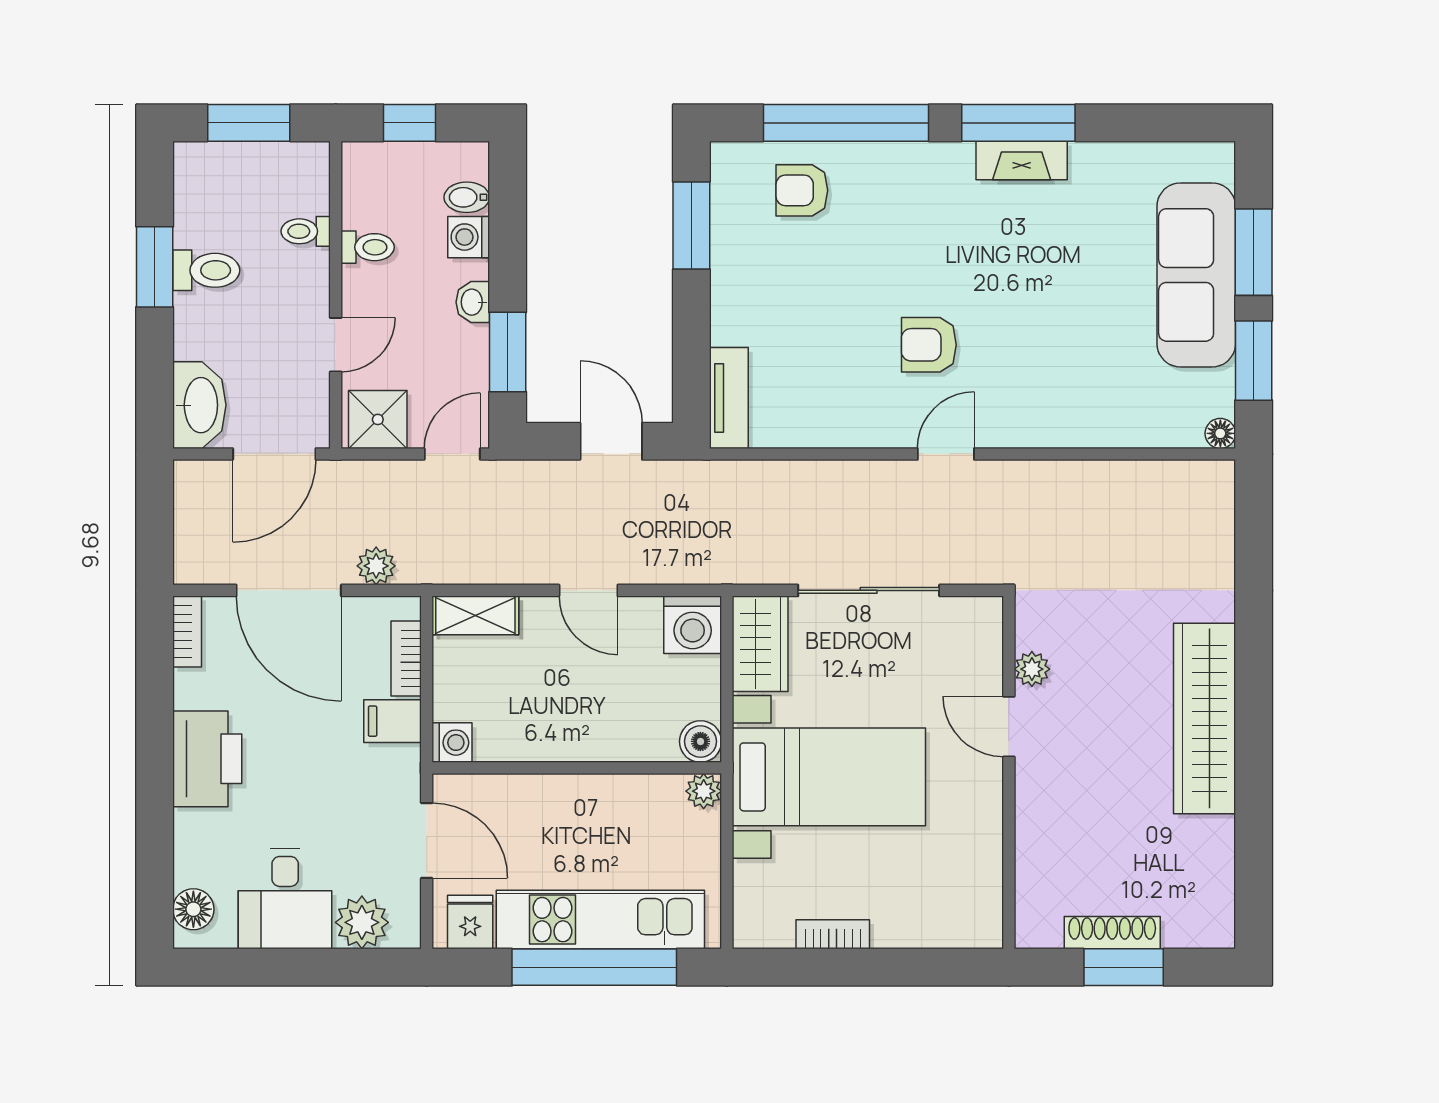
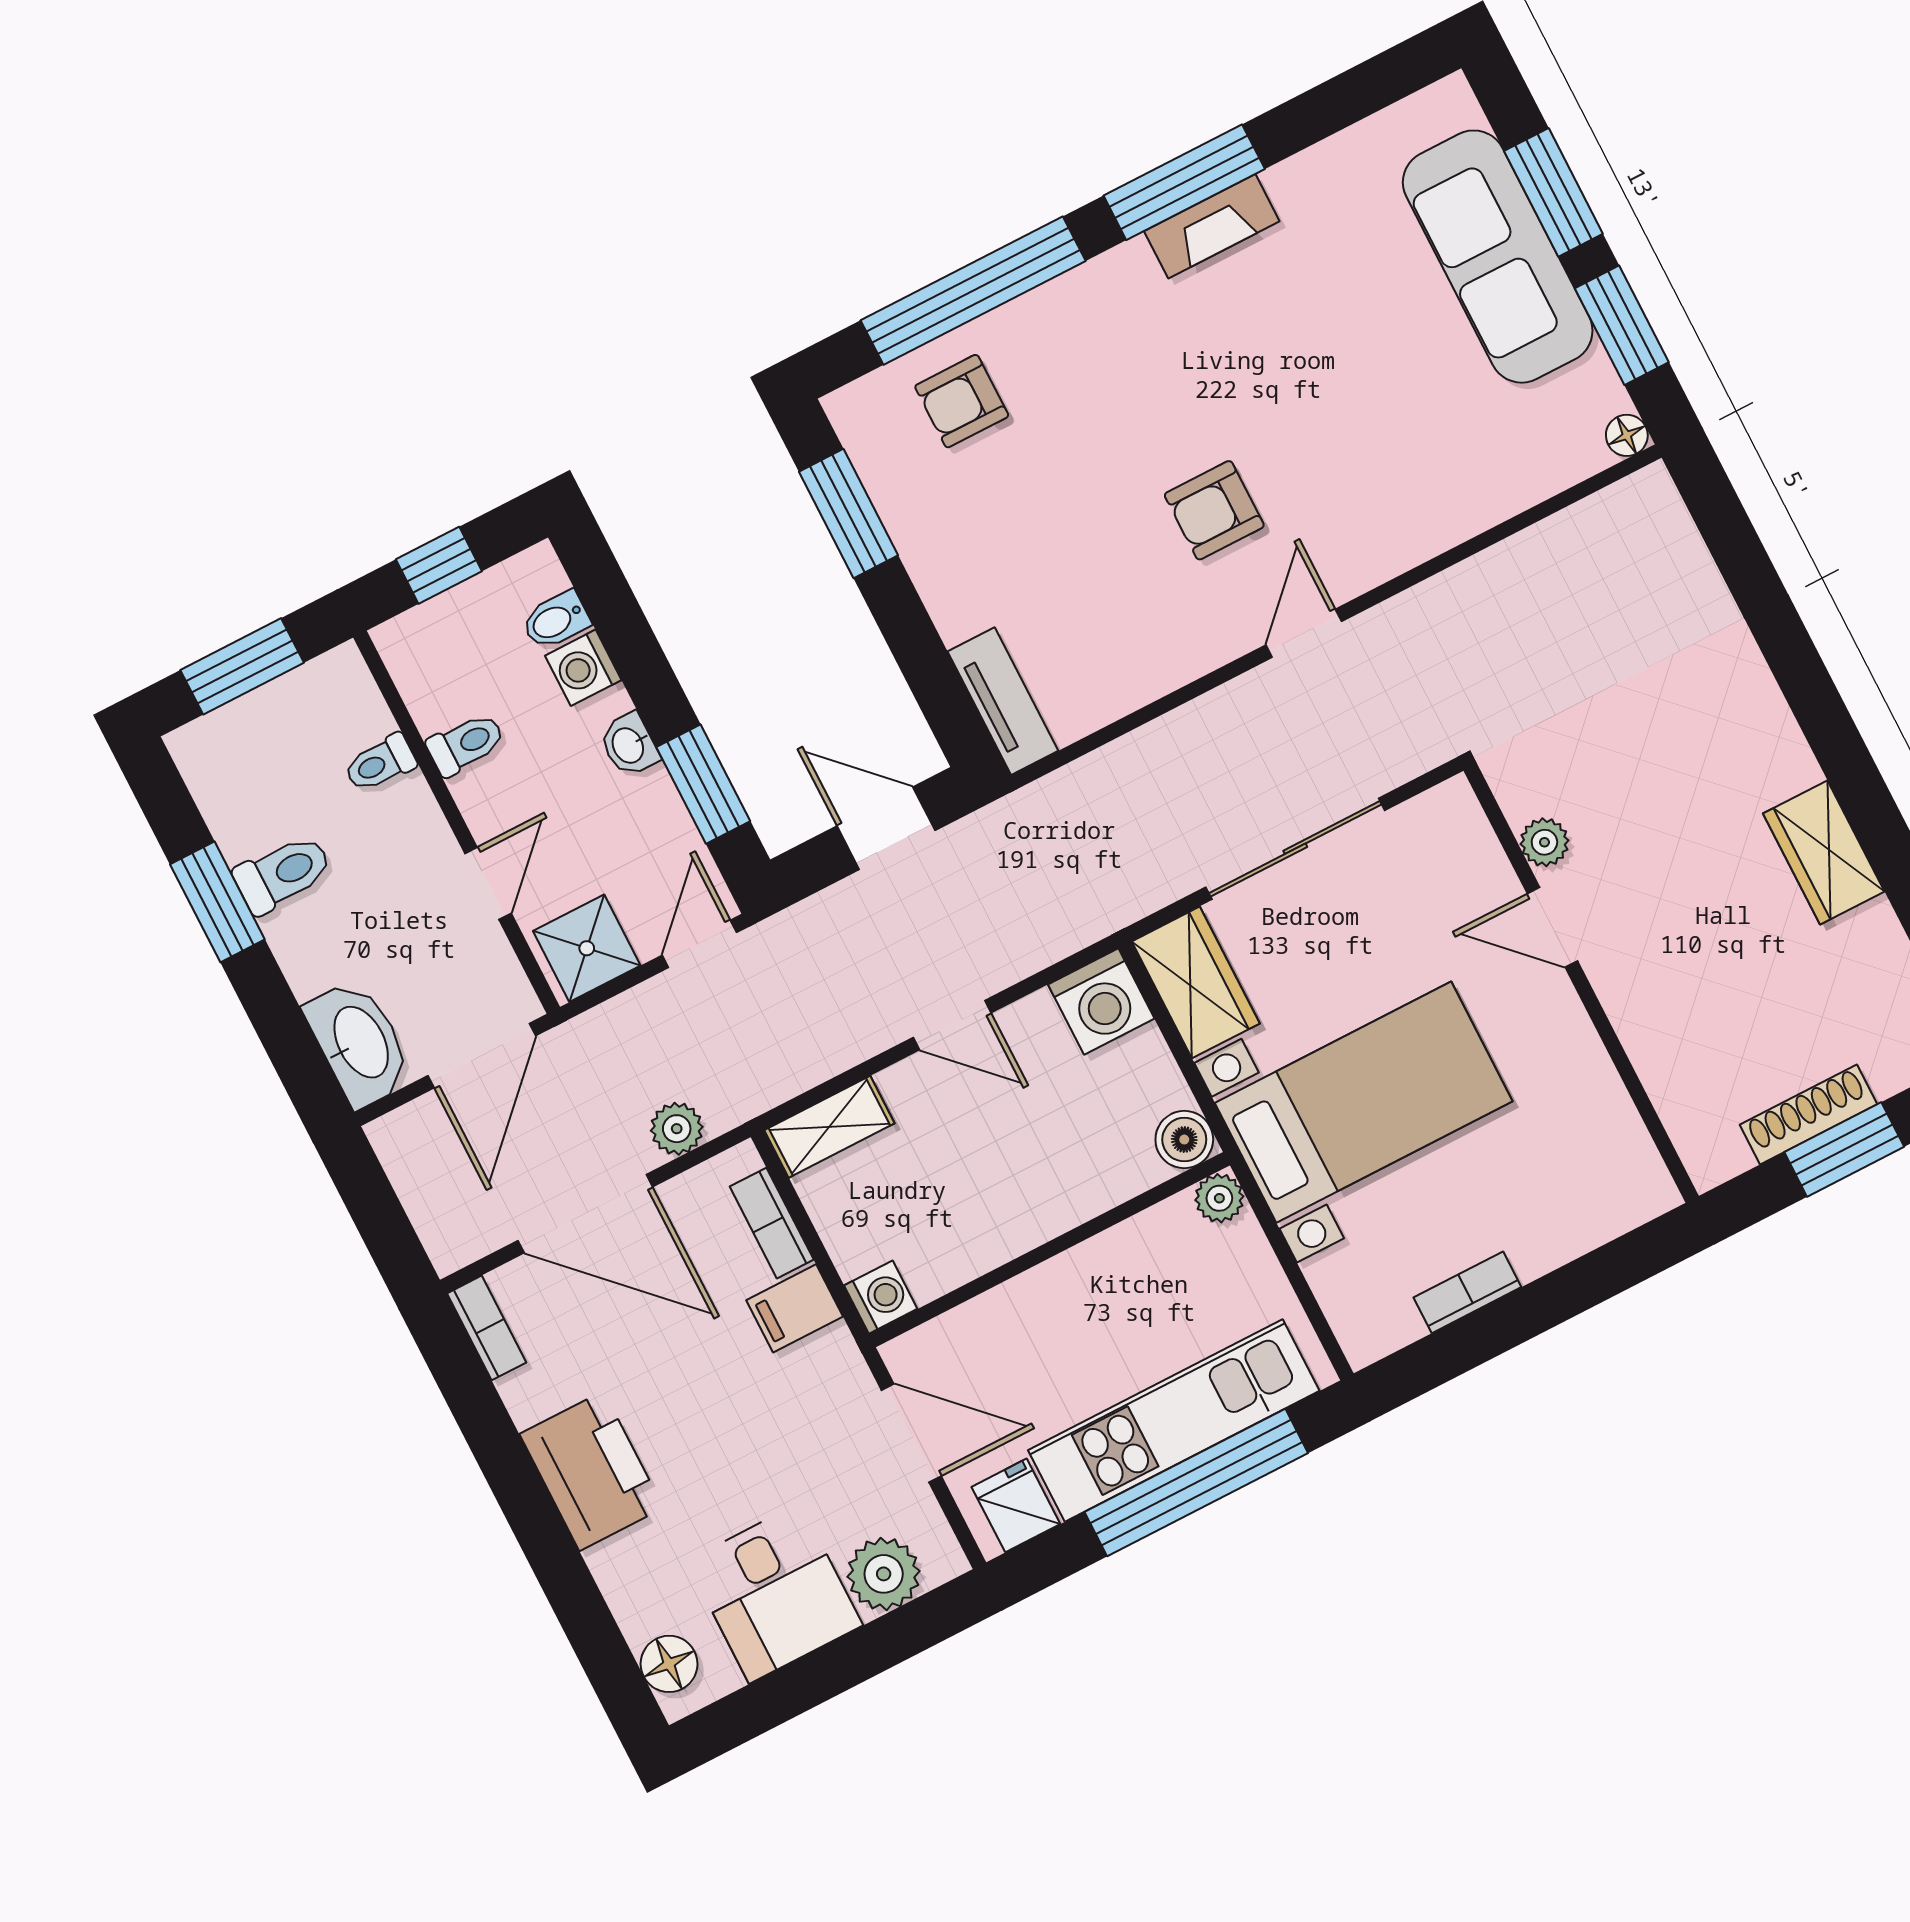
wardrobe: (1205, 718) -> (1824, 852), width x0.48, depth x0.85

